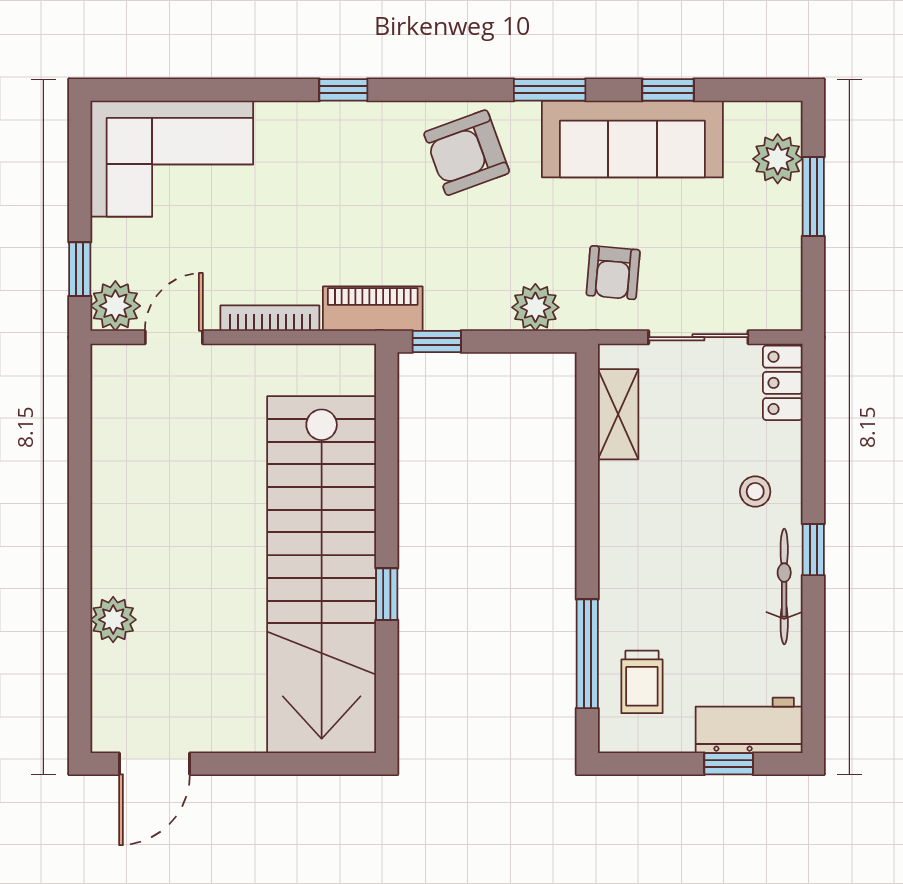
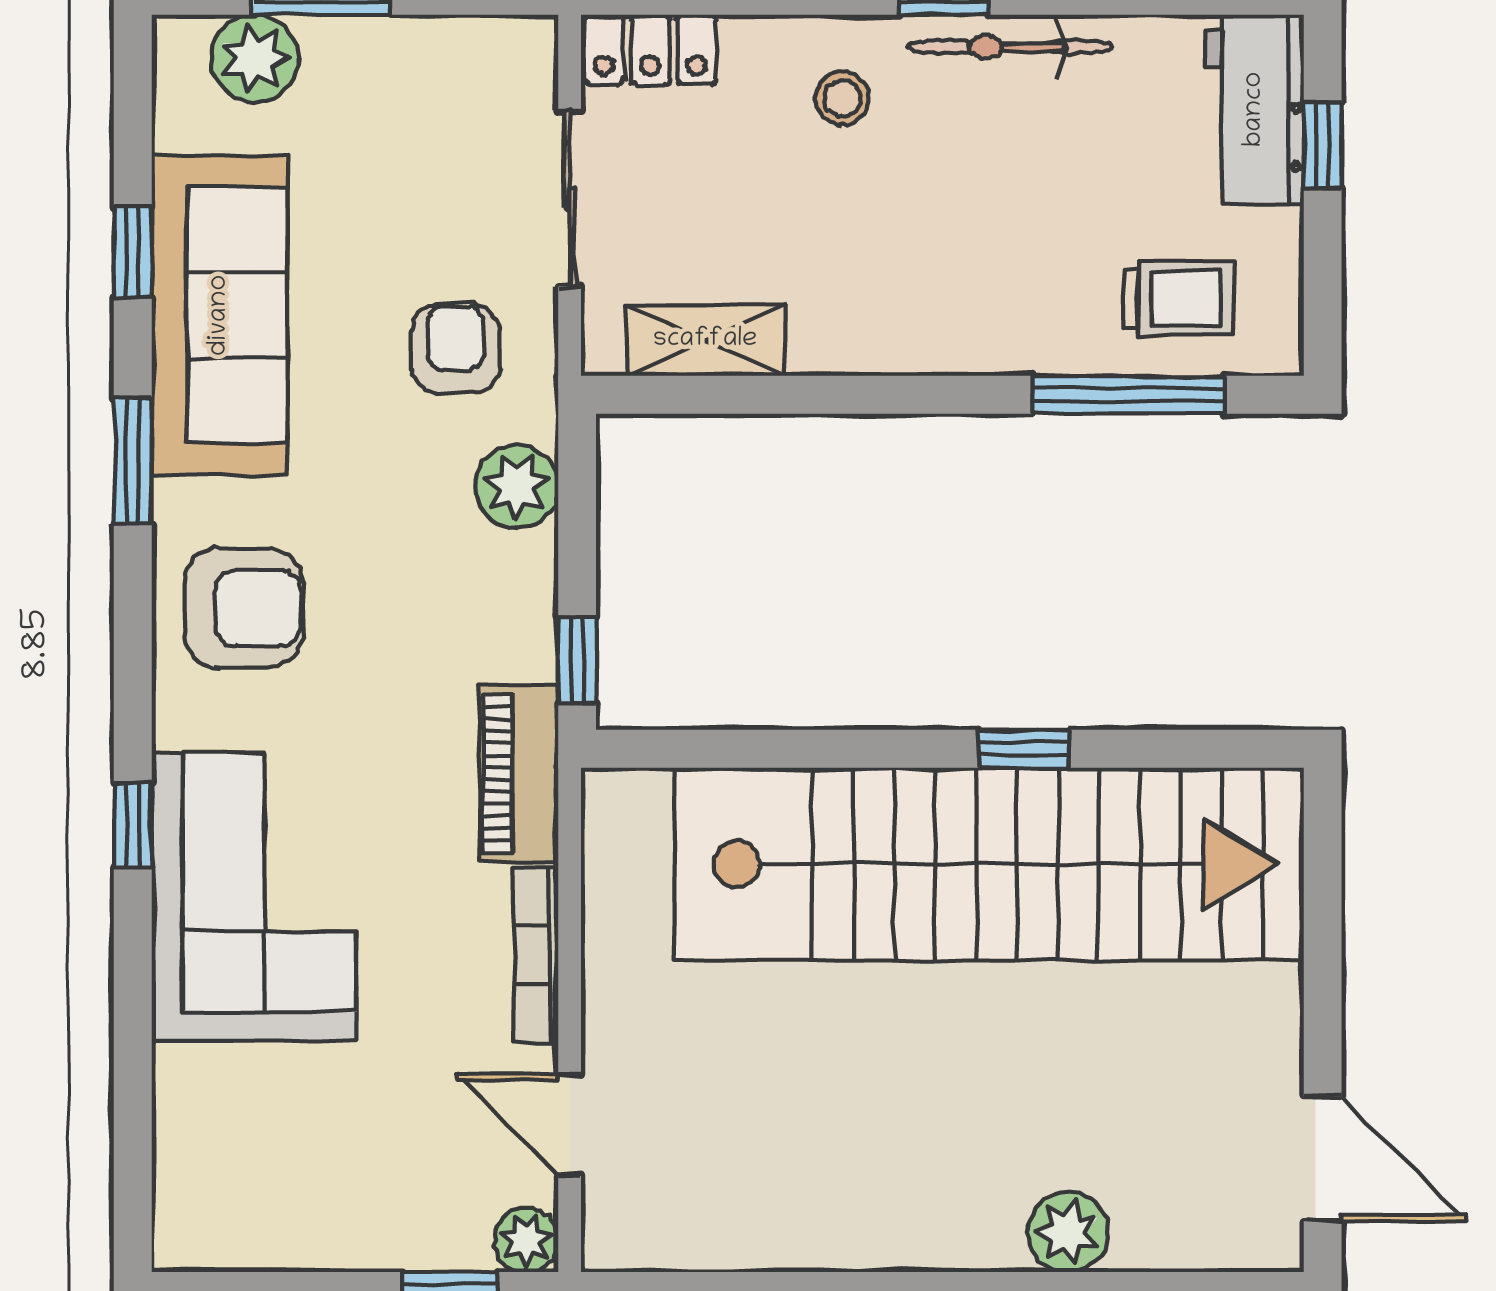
armchair: (467, 153) -> (244, 608), turned -70
corner sofa: (172, 159) -> (254, 897), moved
armchair: (613, 273) -> (455, 349), turned -95
plant: (115, 306) -> (526, 1240), width x0.73, depth x0.73

